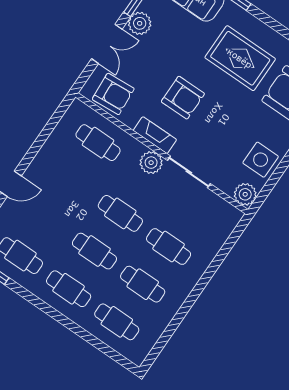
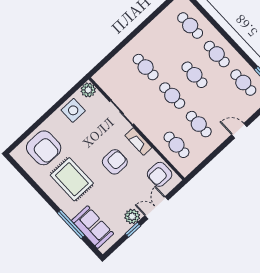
armchair: (113, 94) -> (160, 174), turned -86
armchair: (183, 98) -> (115, 162), turned 90
plant: (151, 163) -> (145, 124), removed
cafe table: (143, 284) -> (199, 124), moved

